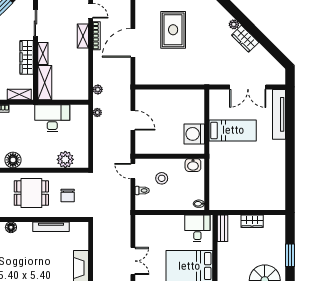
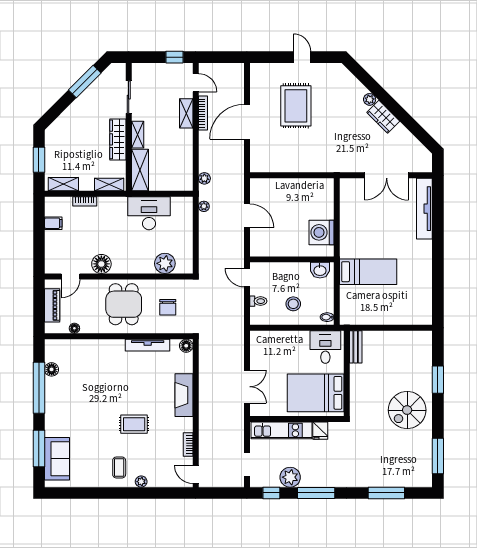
bed: (233, 130) -> (368, 272), moved
stool: (162, 178) -> (293, 304), moved
dining table: (31, 193) -> (124, 304), turned 90
wardrobe: (252, 221) -> (392, 338), removed
floor lamp: (11, 227) -> (186, 346), moved

